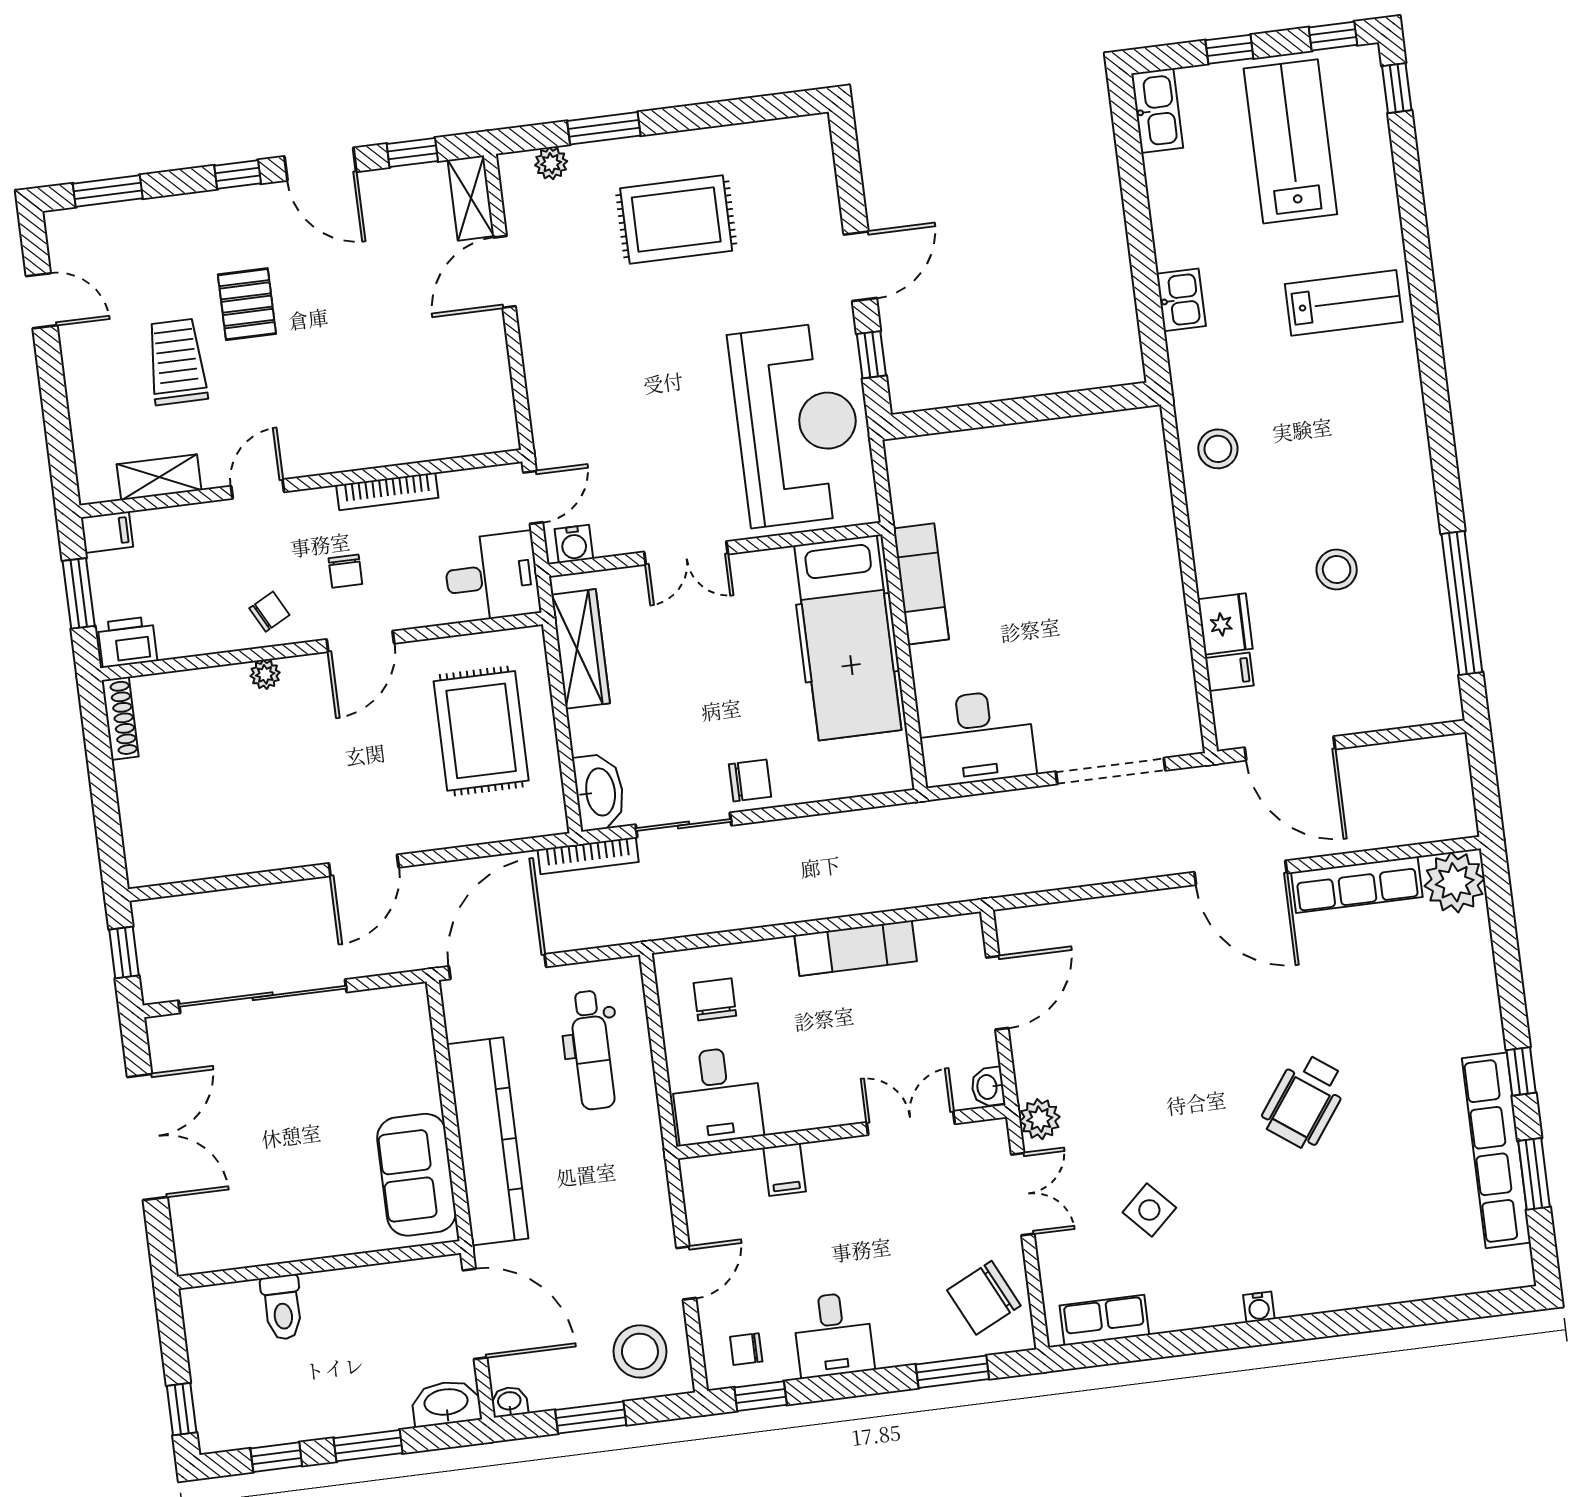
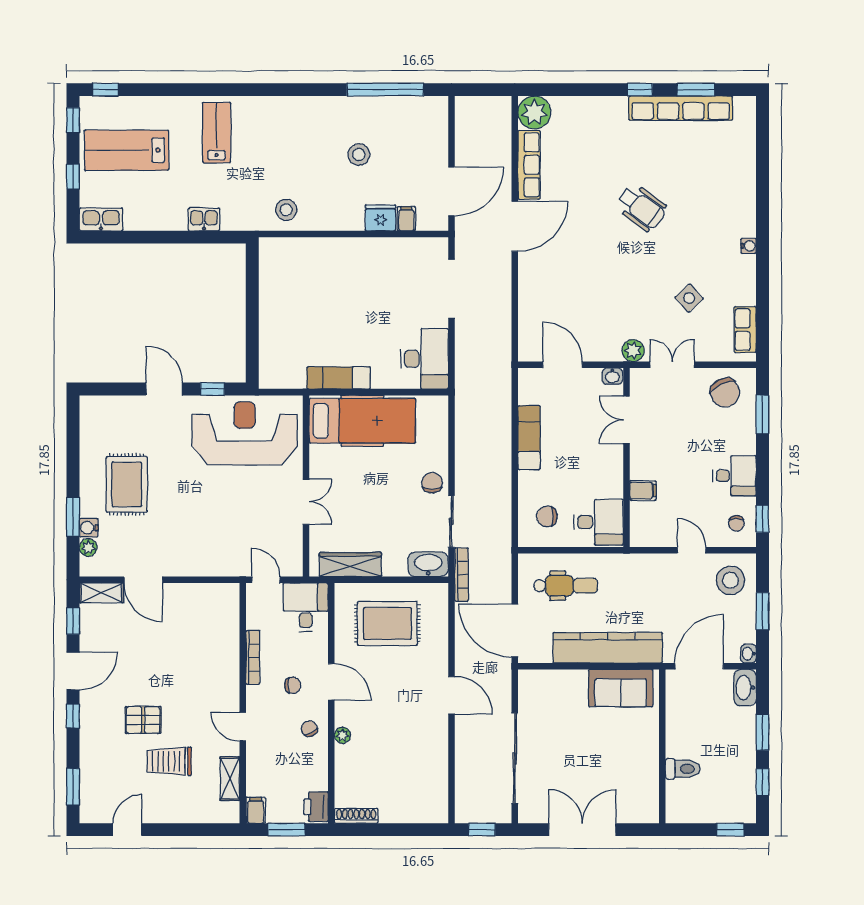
water cooler: (574, 544) -> (89, 528), moved, turned 180

